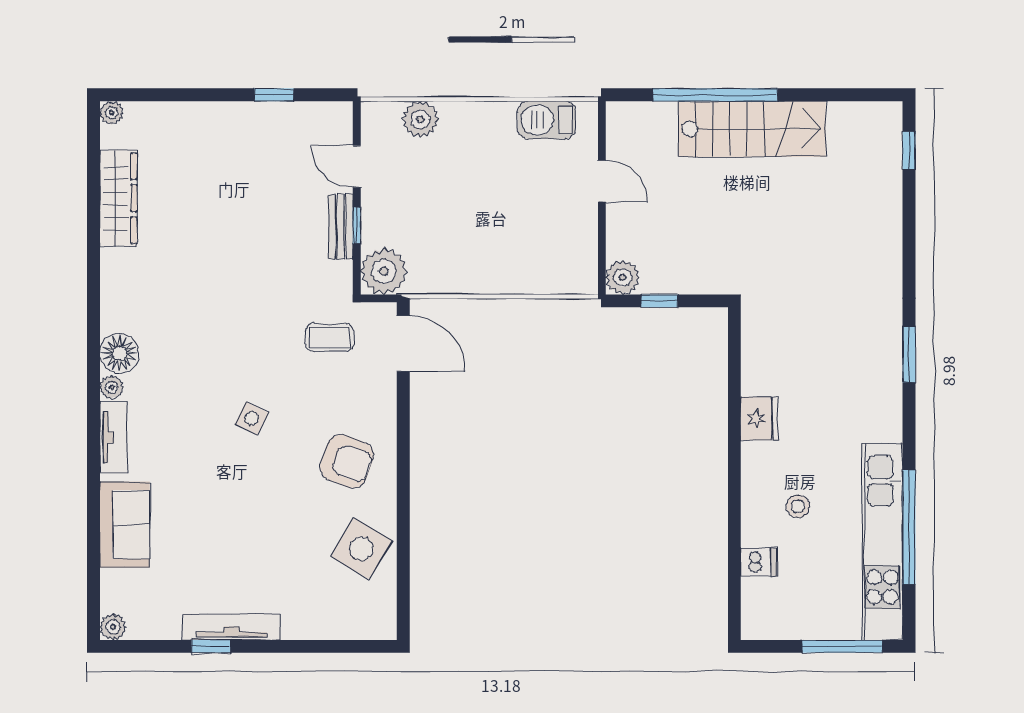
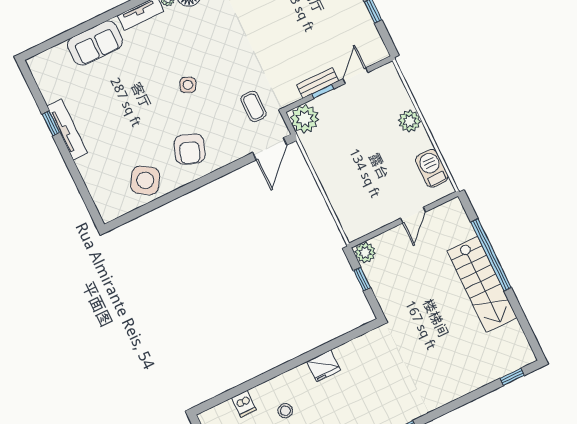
plant: (420, 119) -> (410, 121), moved
plant: (113, 627) -> (35, 64), removed

